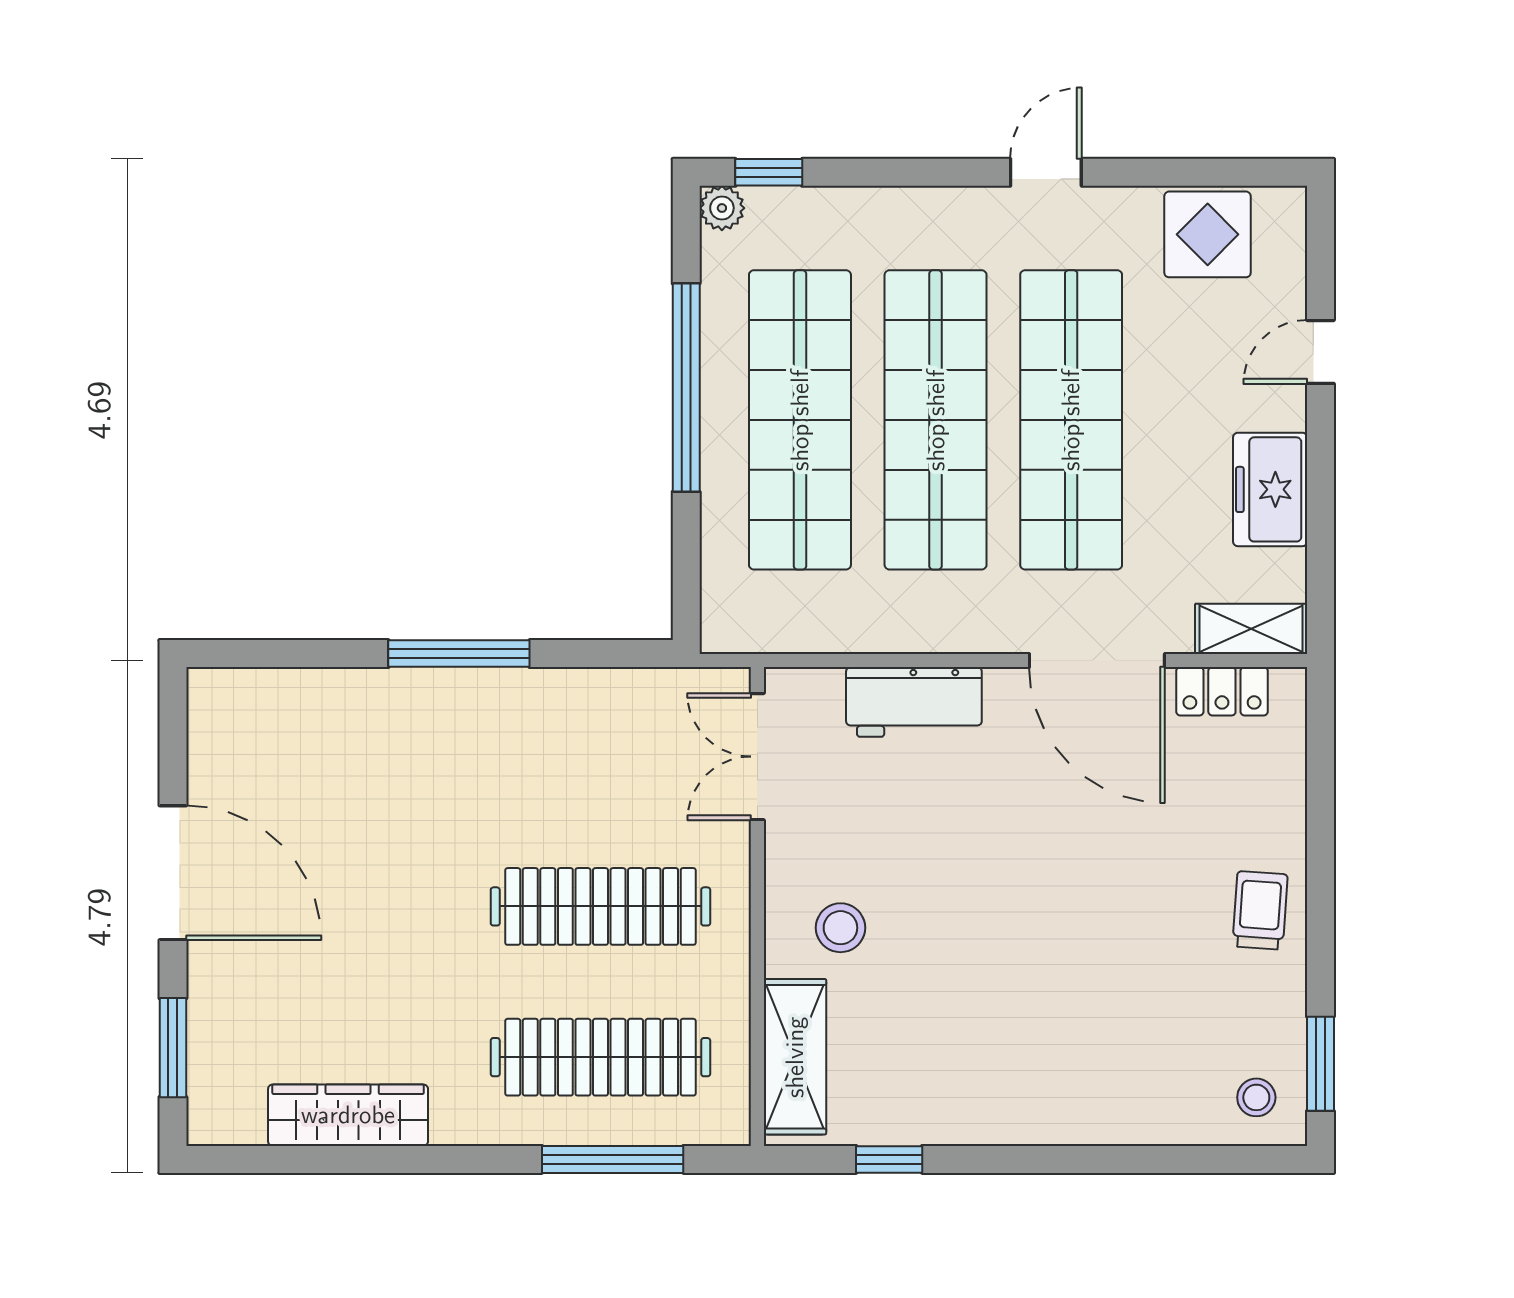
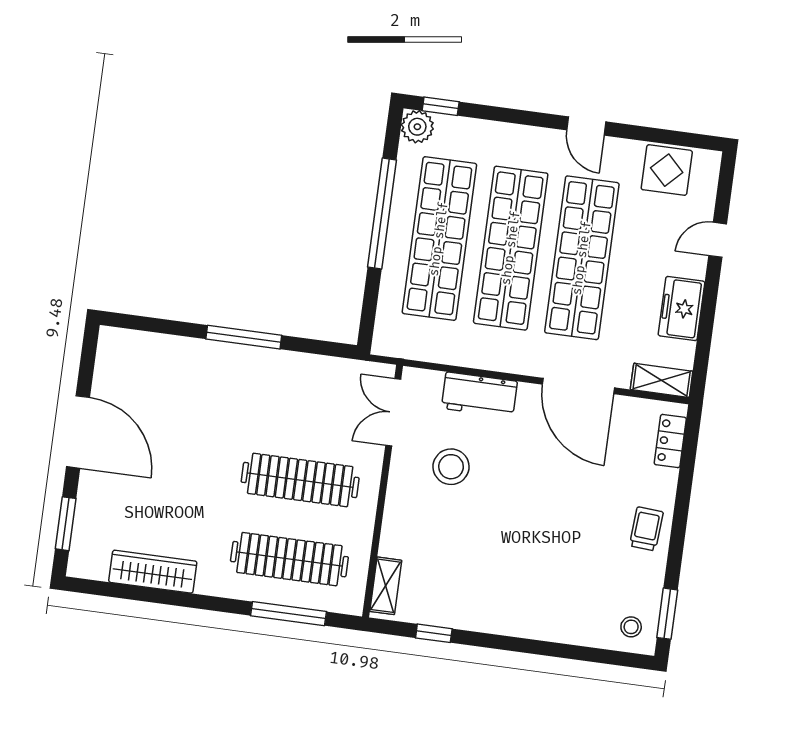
door: (1046, 172) -> (586, 126), swing flipped
plant: (722, 208) -> (417, 127), width x1.38, depth x1.38
locker: (1222, 691) -> (670, 441), moved, turned 90
stool: (840, 928) -> (451, 467), moved, width x1.38, depth x1.38
shelving: (795, 1057) -> (386, 586), width x0.67, depth x0.75

